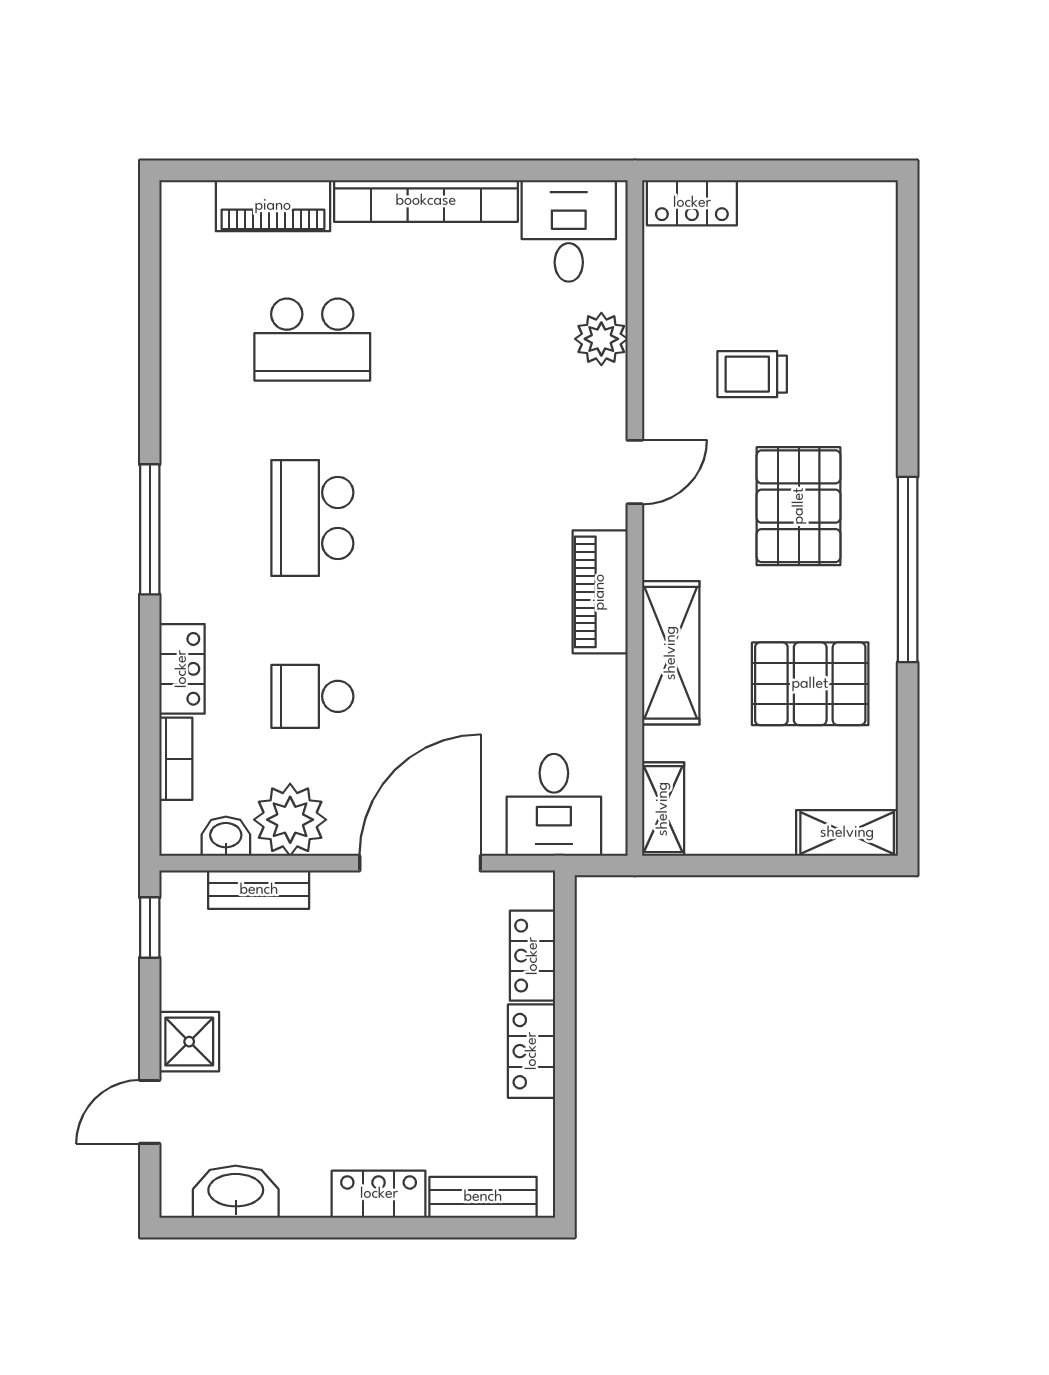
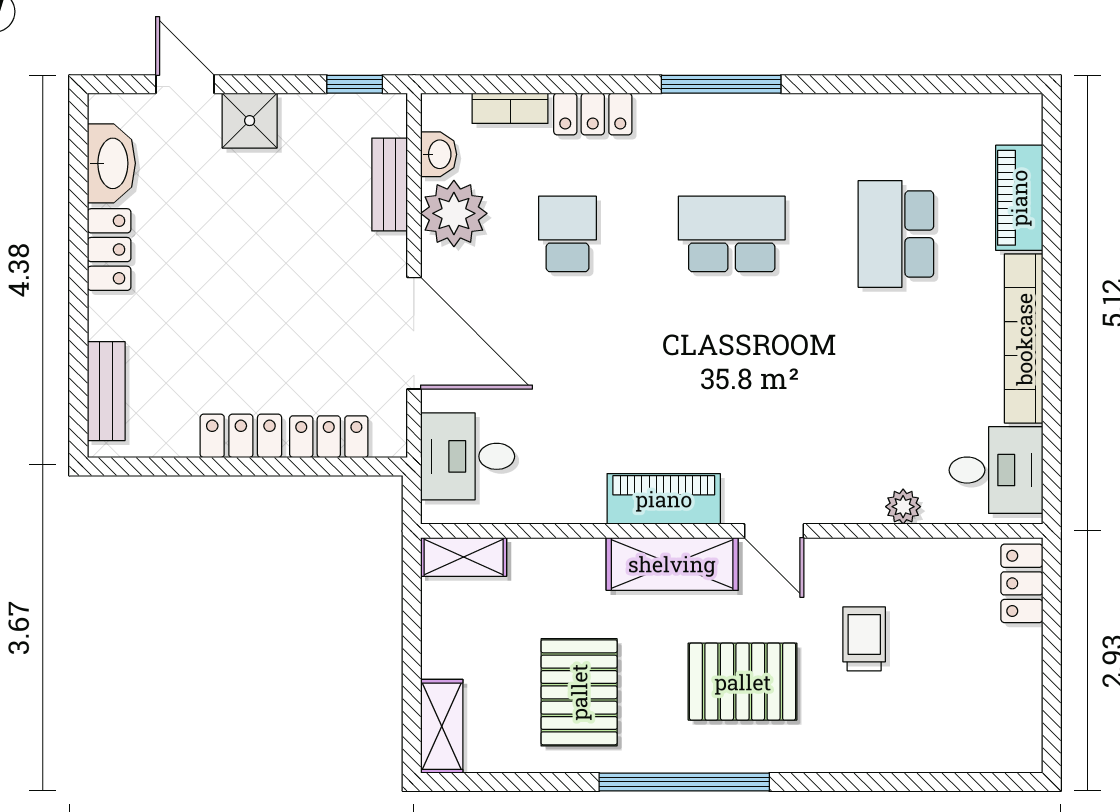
plant: (601, 339) -> (903, 507), width x0.73, depth x0.73
shelving: (671, 653) -> (672, 564), moved
locker: (379, 1194) -> (109, 250), moved

